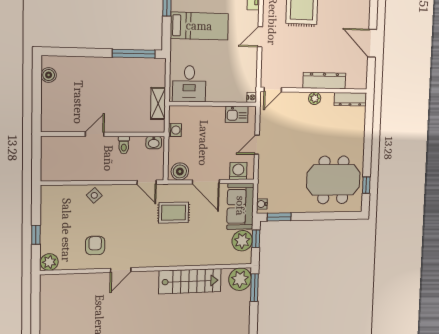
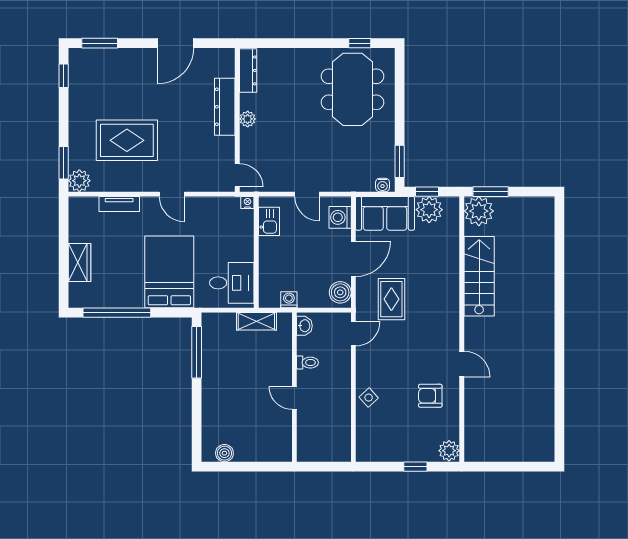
bed: (199, 26) -> (169, 272), width x1.50

